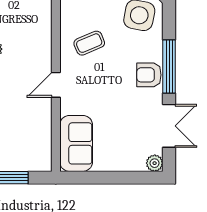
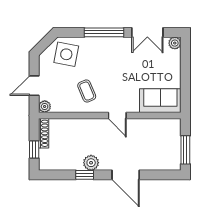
armchair: (149, 75) -> (110, 47), removed
double door: (169, 126) -> (147, 32), swing flipped

